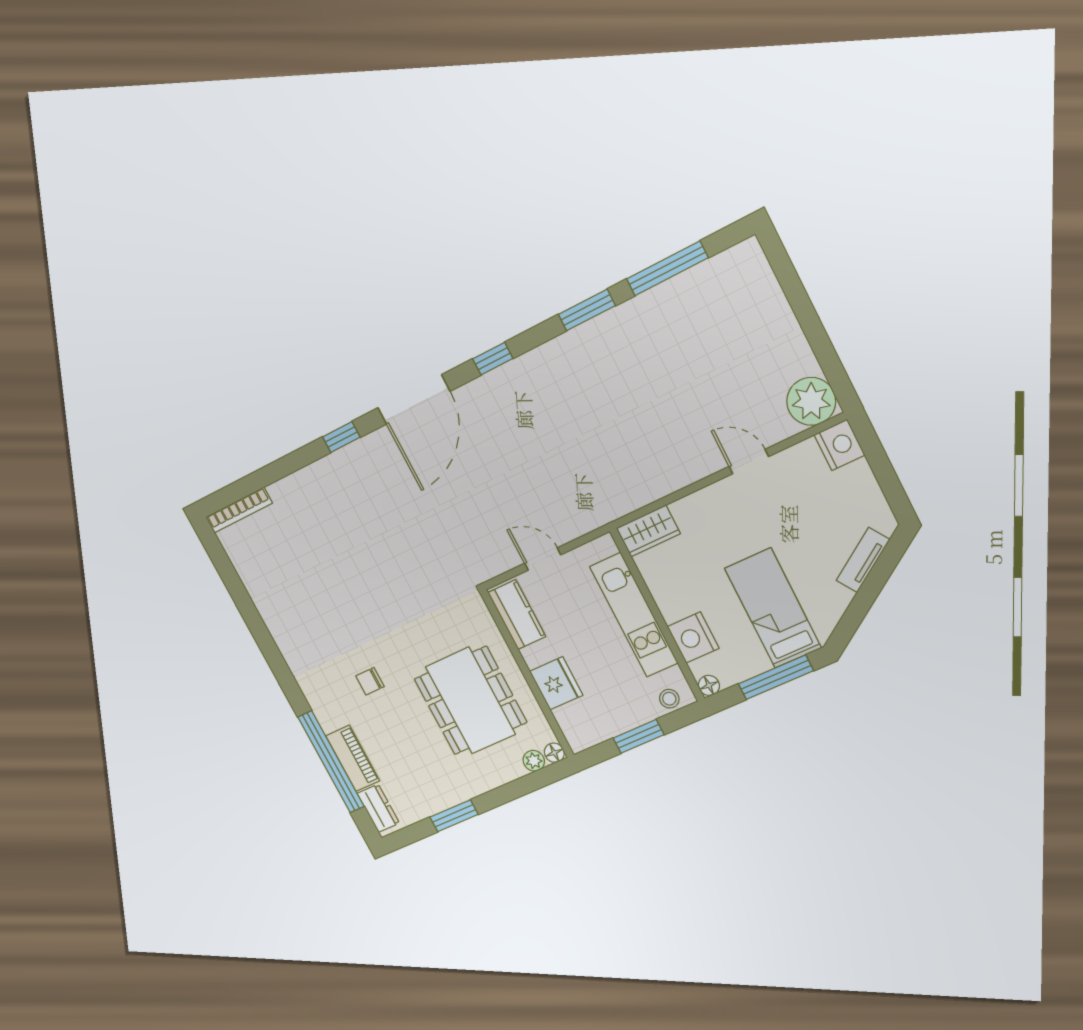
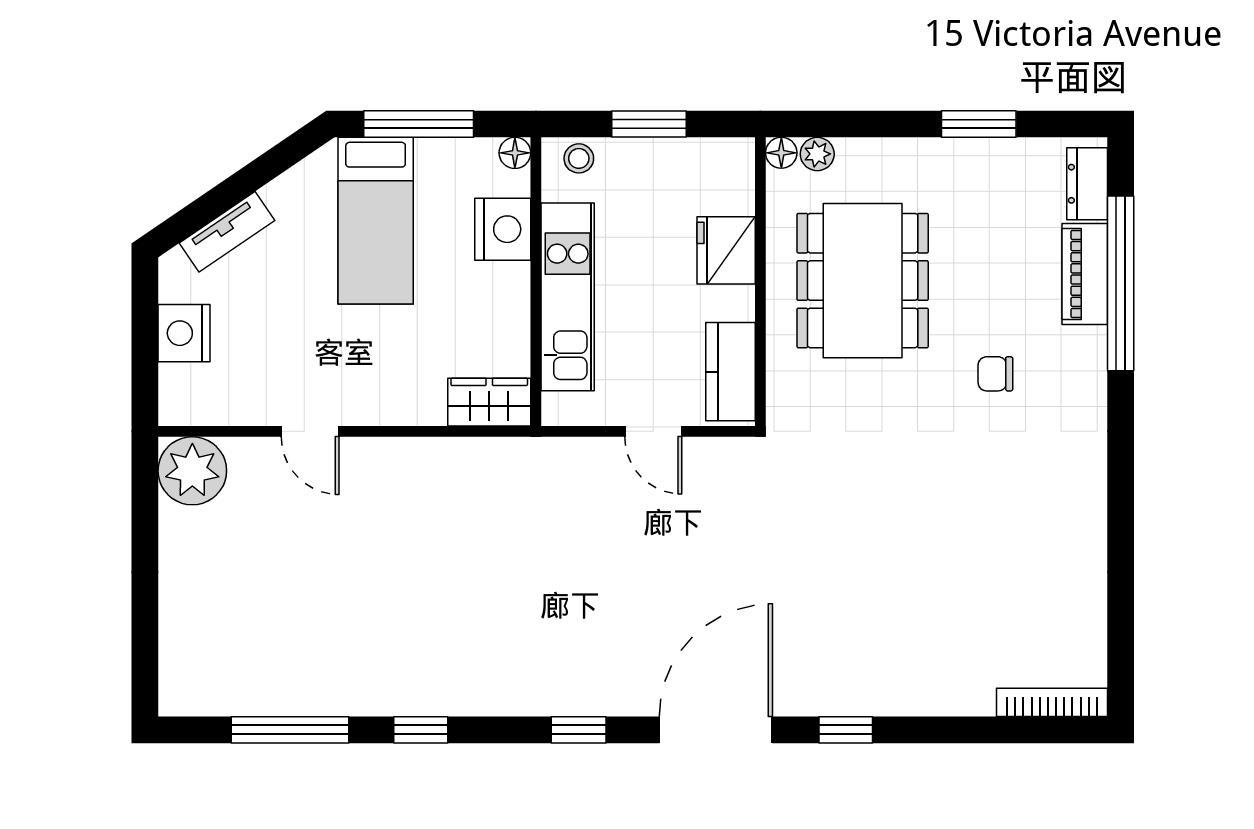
window: (587, 310) -> (421, 730), width x0.67
nightstand: (839, 445) -> (184, 333), moved
chair: (370, 681) -> (995, 374), turned 180

